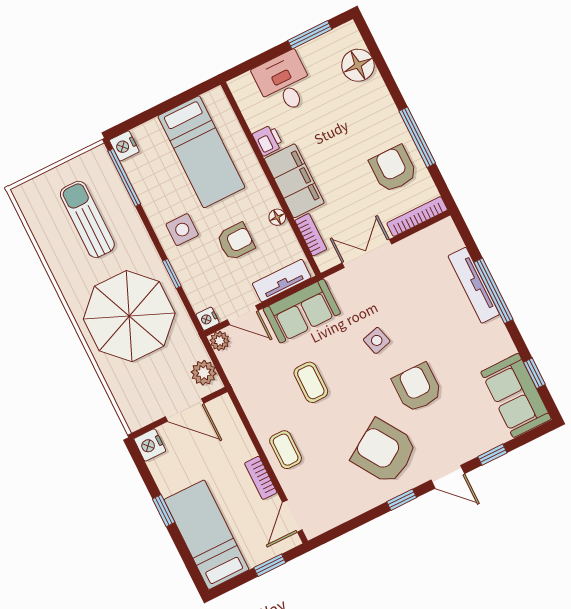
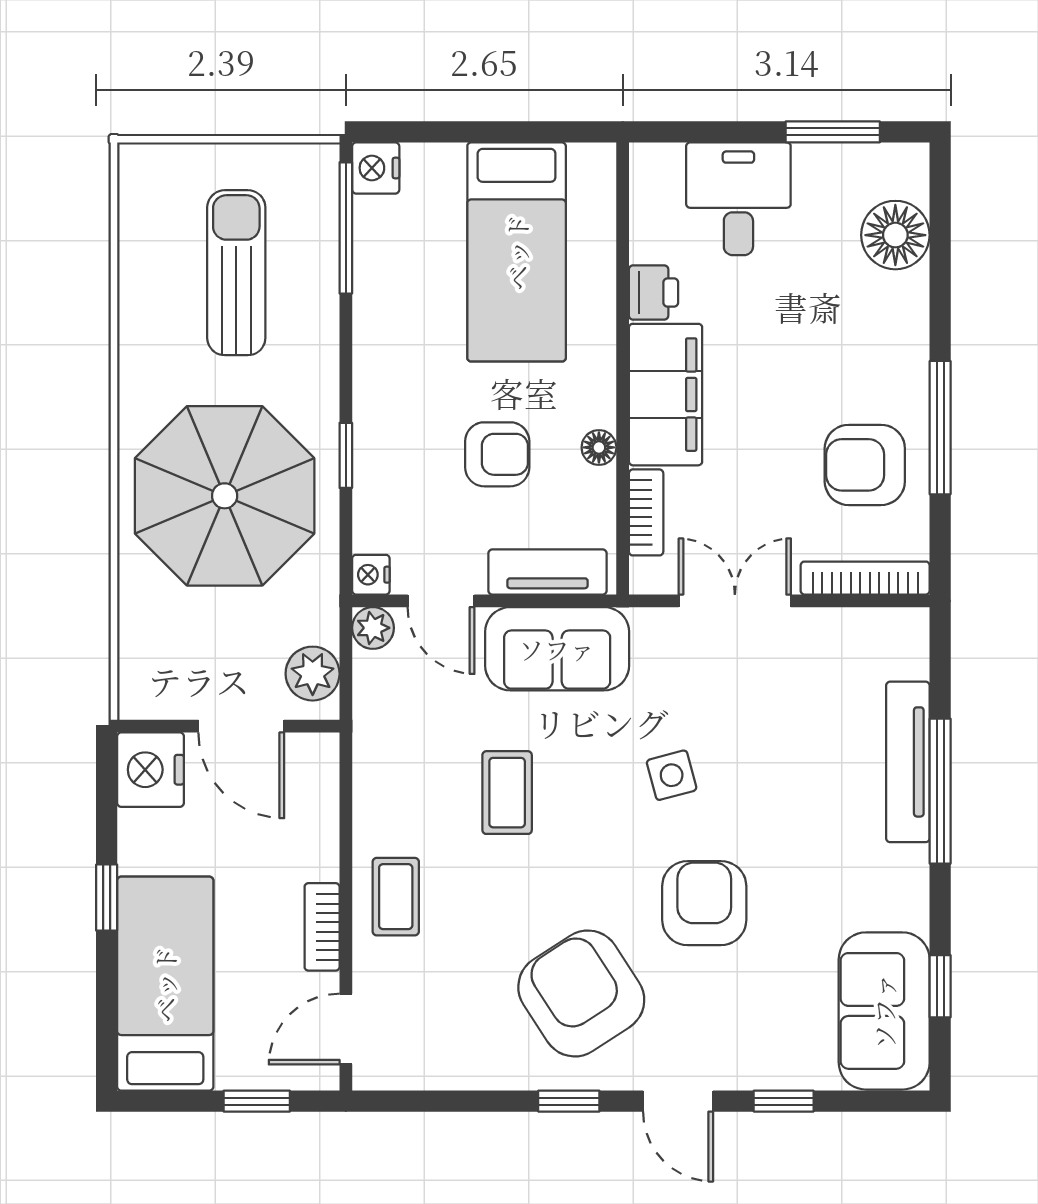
armchair: (393, 169) -> (865, 465), turned -90
side table: (182, 230) -> (407, 382), removed
nightstand: (150, 445) -> (150, 770), width x1.36, depth x1.33

